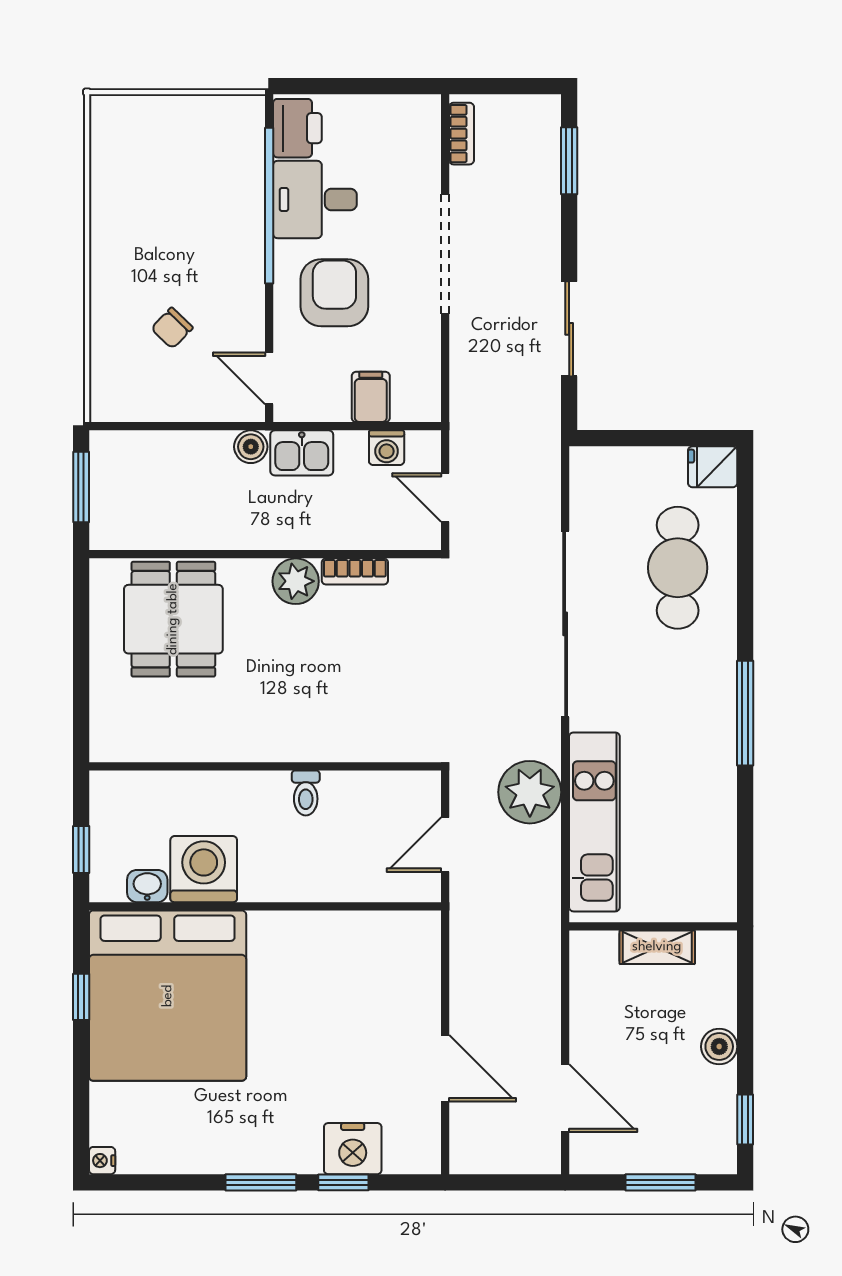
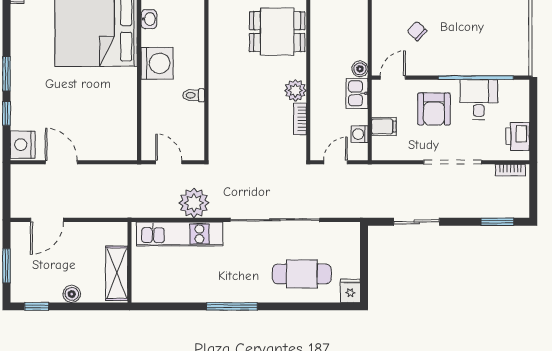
printer: (297, 128) -> (518, 136), moved, turned 90
armchair: (334, 293) -> (434, 109), turned 90
washing machine: (204, 869) -> (157, 63), moved
shelving: (657, 947) -> (117, 273), width x1.50, depth x1.33
door: (445, 1068) -> (61, 162), swing flipped
nightstand: (353, 1149) -> (23, 145), moved

